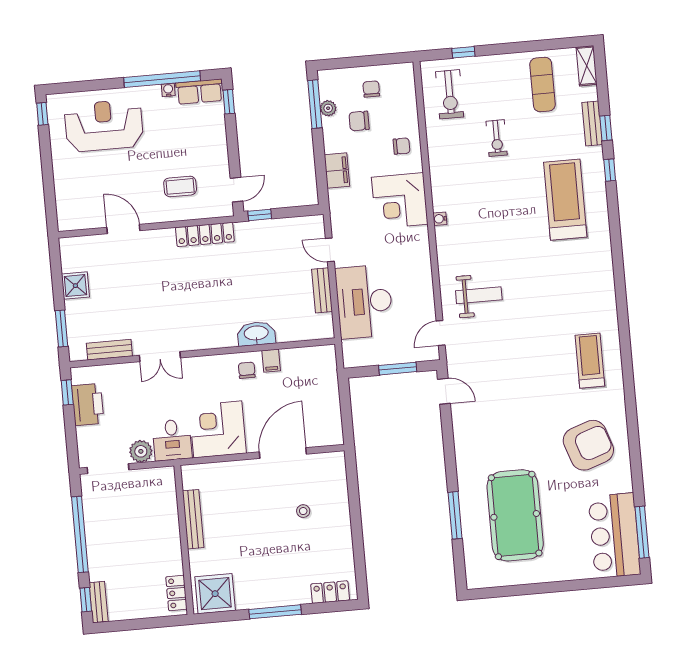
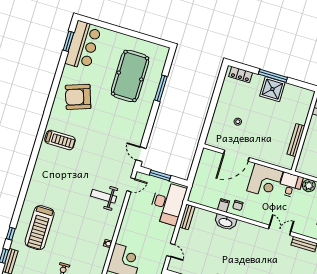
bench: (322, 290) -> (187, 217), moved
desk: (364, 302) -> (168, 203), moved
treadmill: (590, 361) -> (60, 140), turned -90
window: (642, 532) -> (68, 41), width x0.69
shower: (215, 594) -> (272, 89), moved

